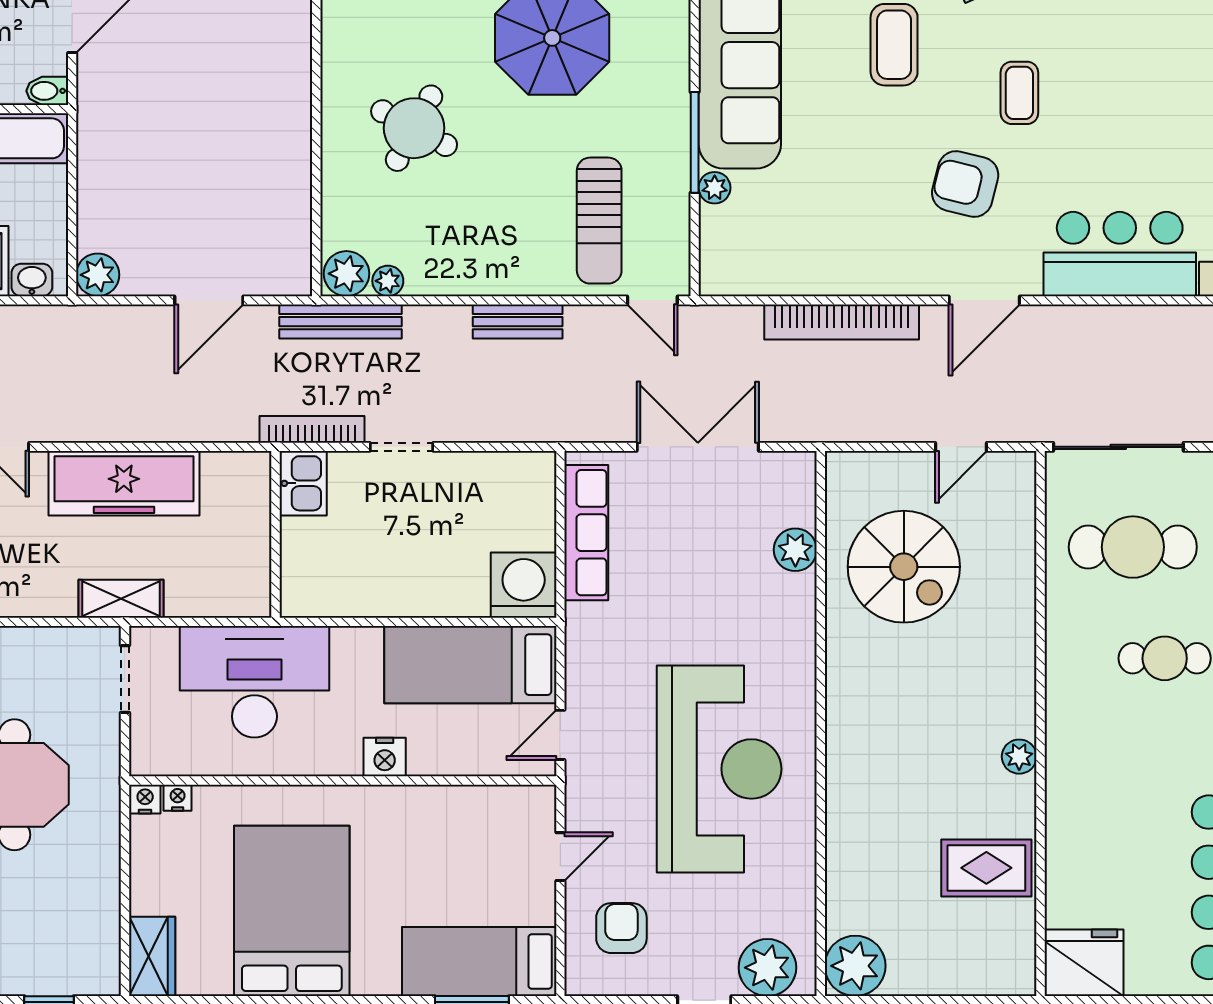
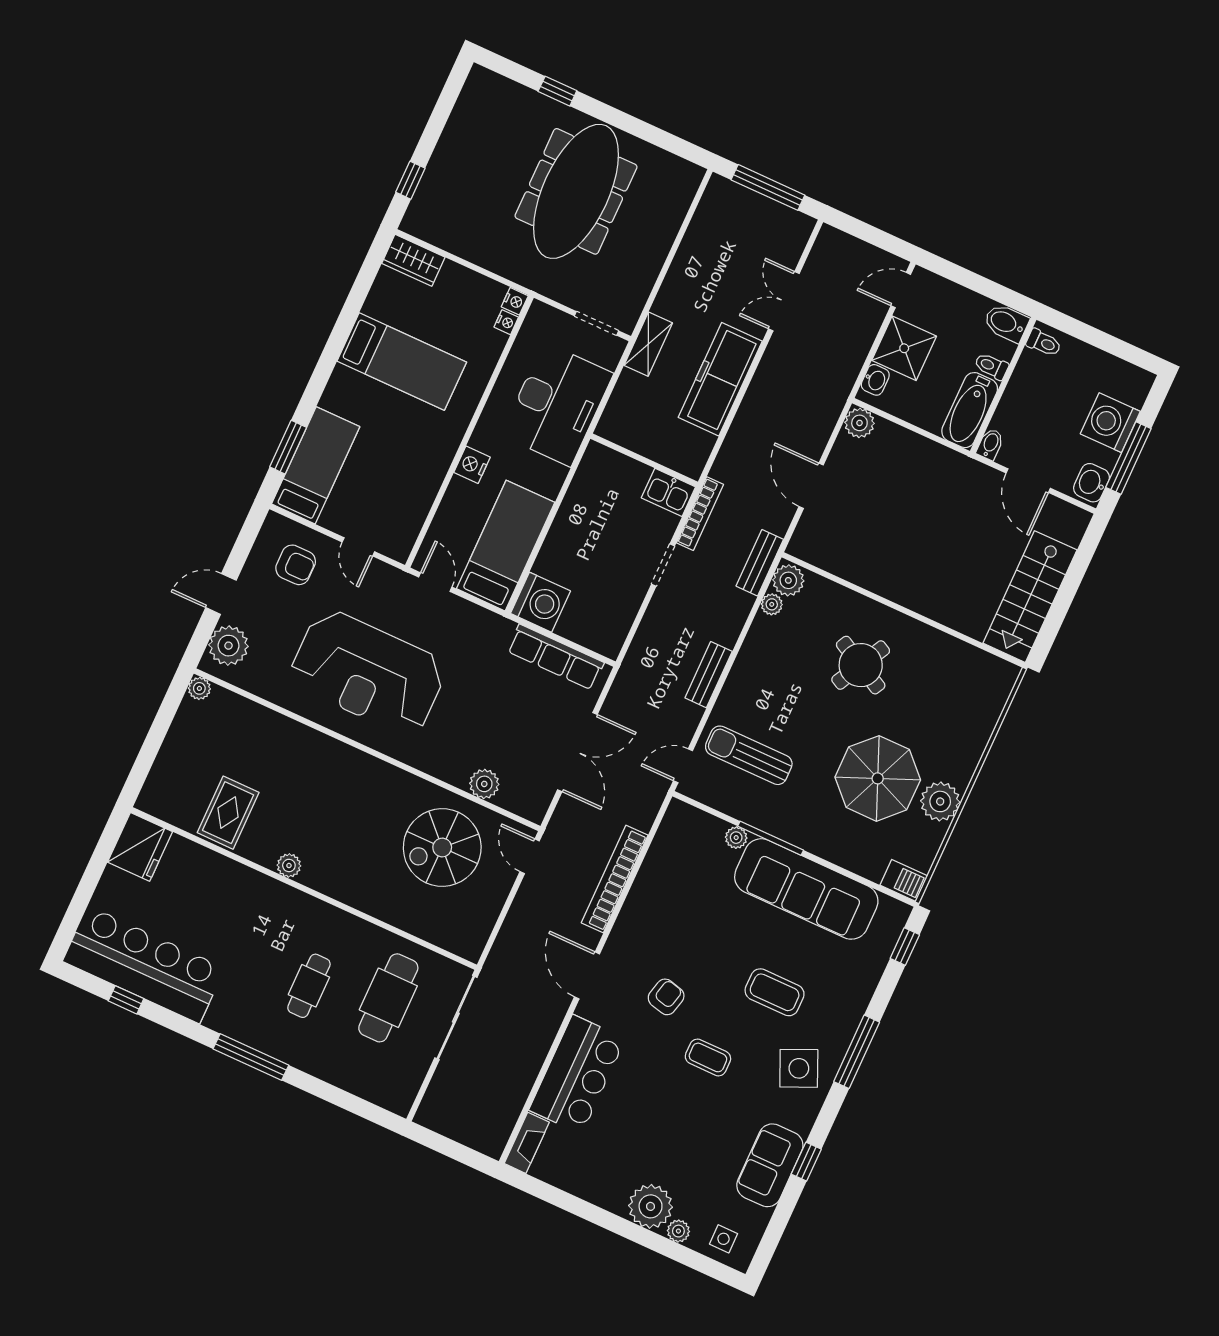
armchair: (965, 184) -> (666, 997), width x0.72, depth x0.72
bench: (341, 322) -> (760, 563), width x0.73
door: (961, 447) -> (530, 856), moved
bed: (292, 911) -> (402, 362), width x0.67
plant: (855, 966) -> (199, 688), width x0.53, depth x0.53

